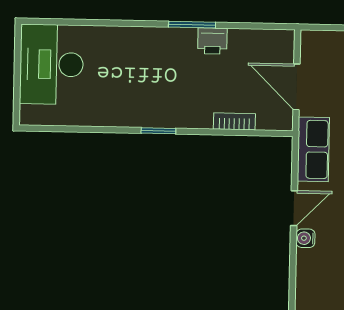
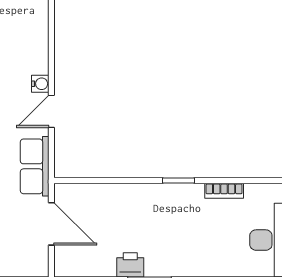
bookcase: (234, 121) -> (224, 191), moved

